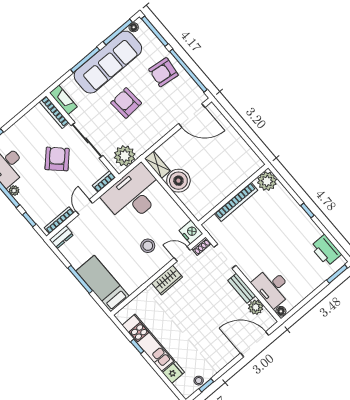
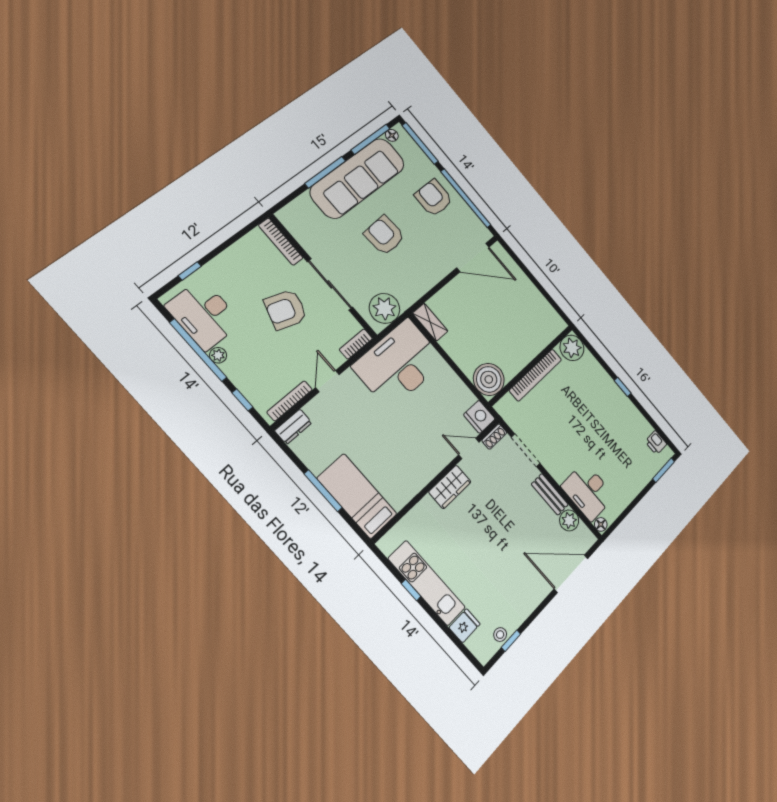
armchair: (163, 72) -> (434, 198), turned 83
fireplace: (63, 100) -> (294, 225), removed
armchair: (57, 159) -> (286, 310), turned -116
boiler: (178, 181) -> (489, 379), moved
stool: (148, 246) -> (421, 437), removed
printer: (326, 250) -> (656, 443), width x0.53, depth x0.68

